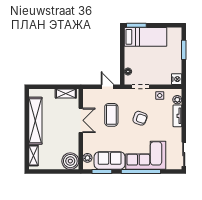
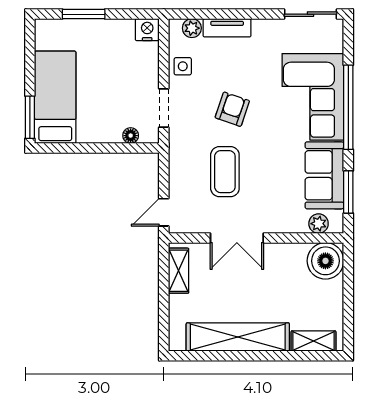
door: (108, 87) -> (164, 212), moved
coffee table: (111, 115) -> (225, 172), turned 90
double door: (81, 120) -> (237, 238), swing flipped

